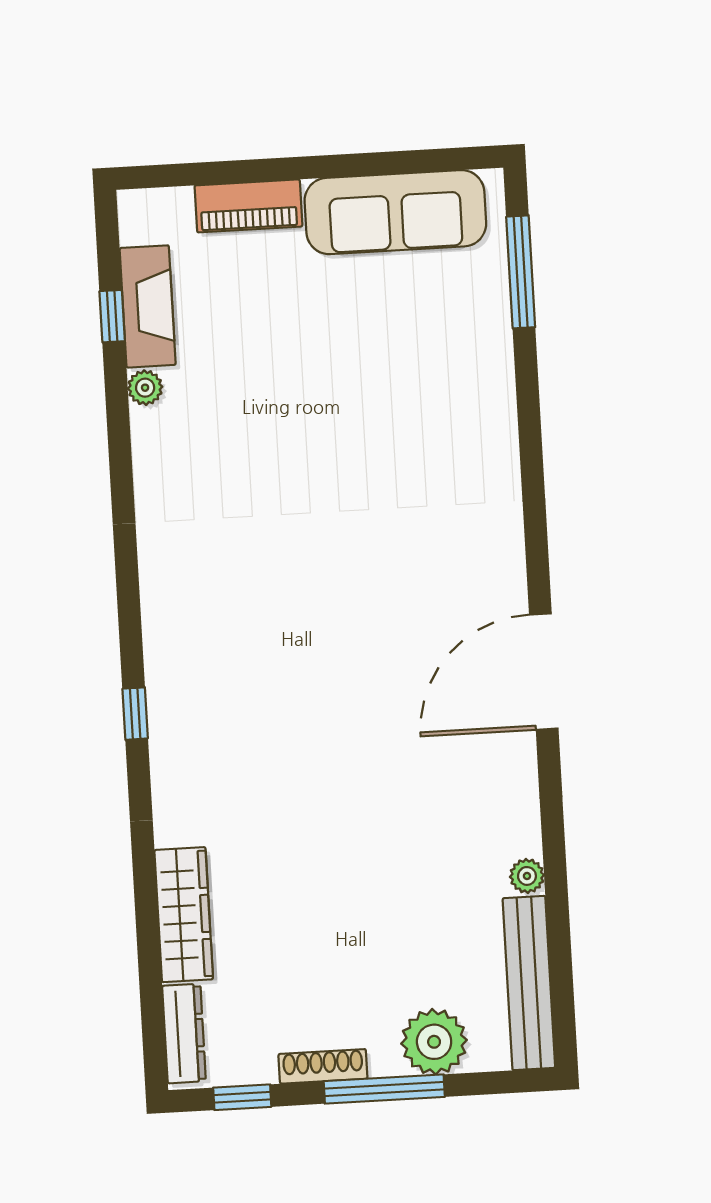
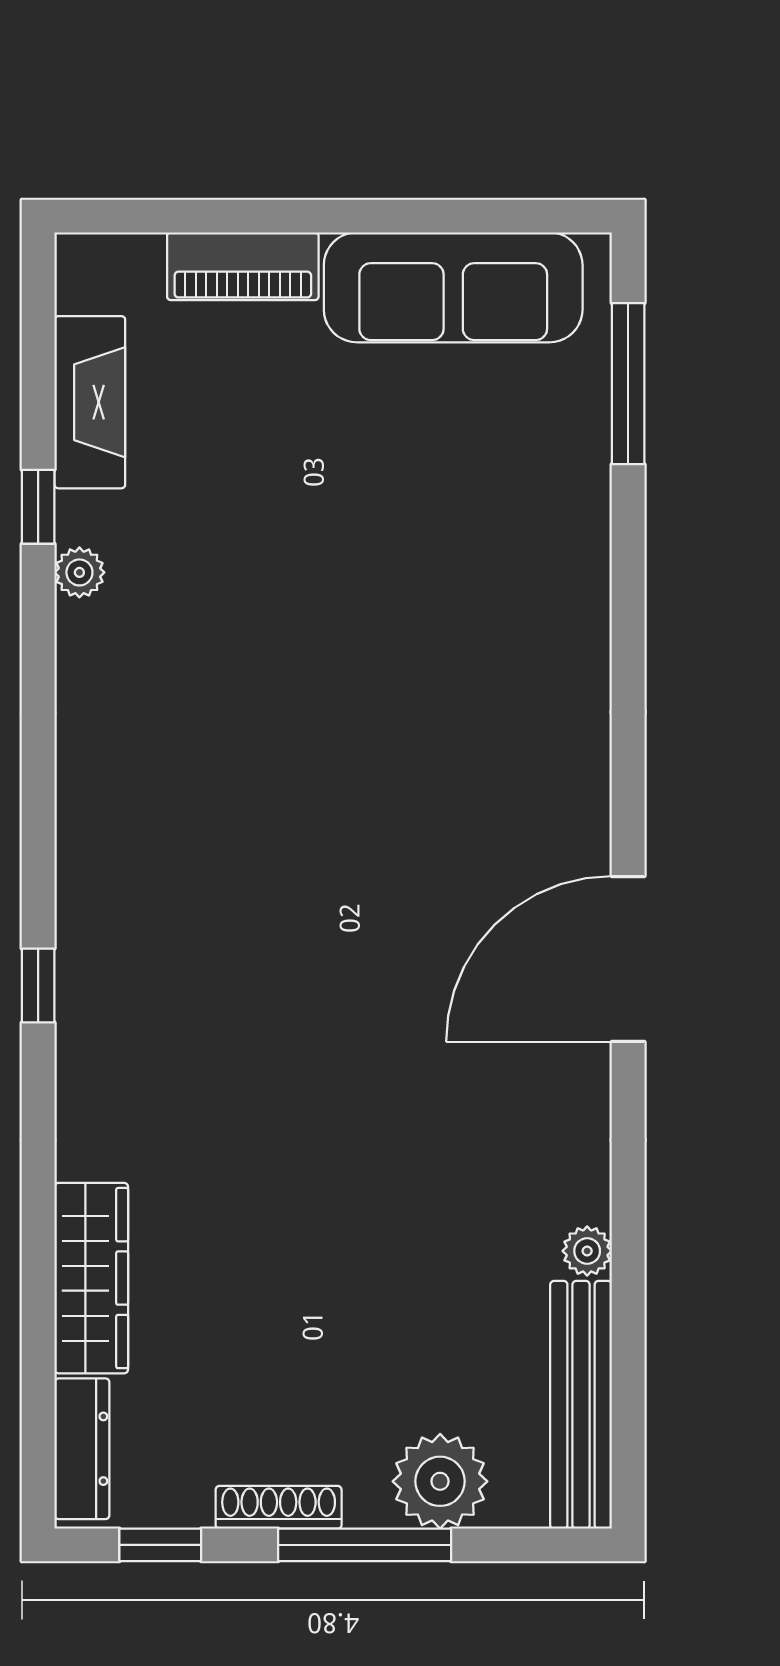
window: (112, 316) -> (38, 507), moved
plant: (145, 388) -> (79, 572), moved

